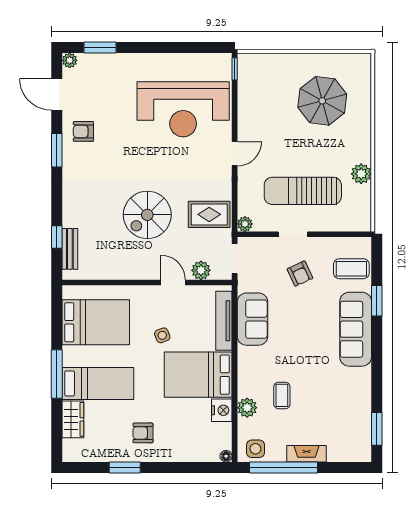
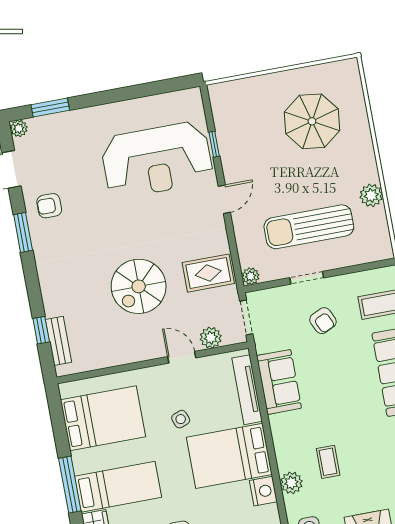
window: (235, 69) -> (214, 144), moved

